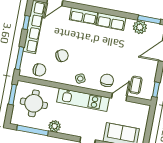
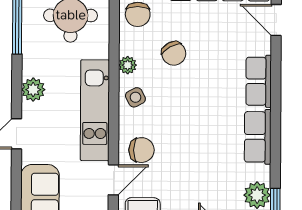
plant: (64, 80) -> (128, 65), added
door: (119, 97) -> (113, 180), hinge flipped
plant: (55, 126) -> (33, 90), moved

